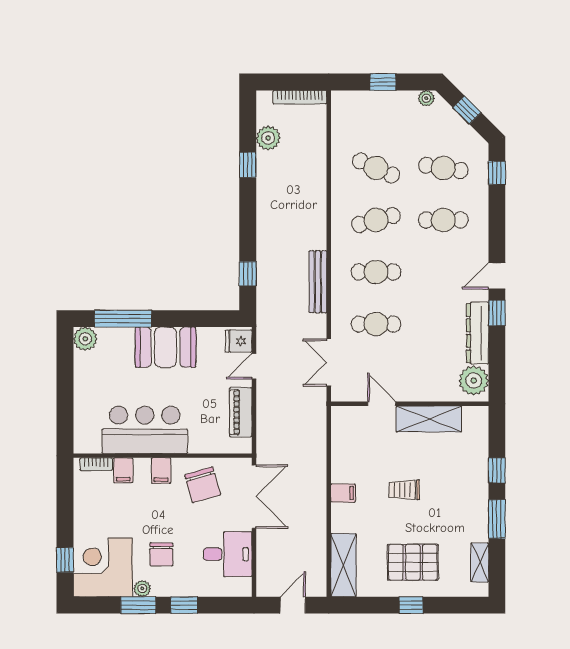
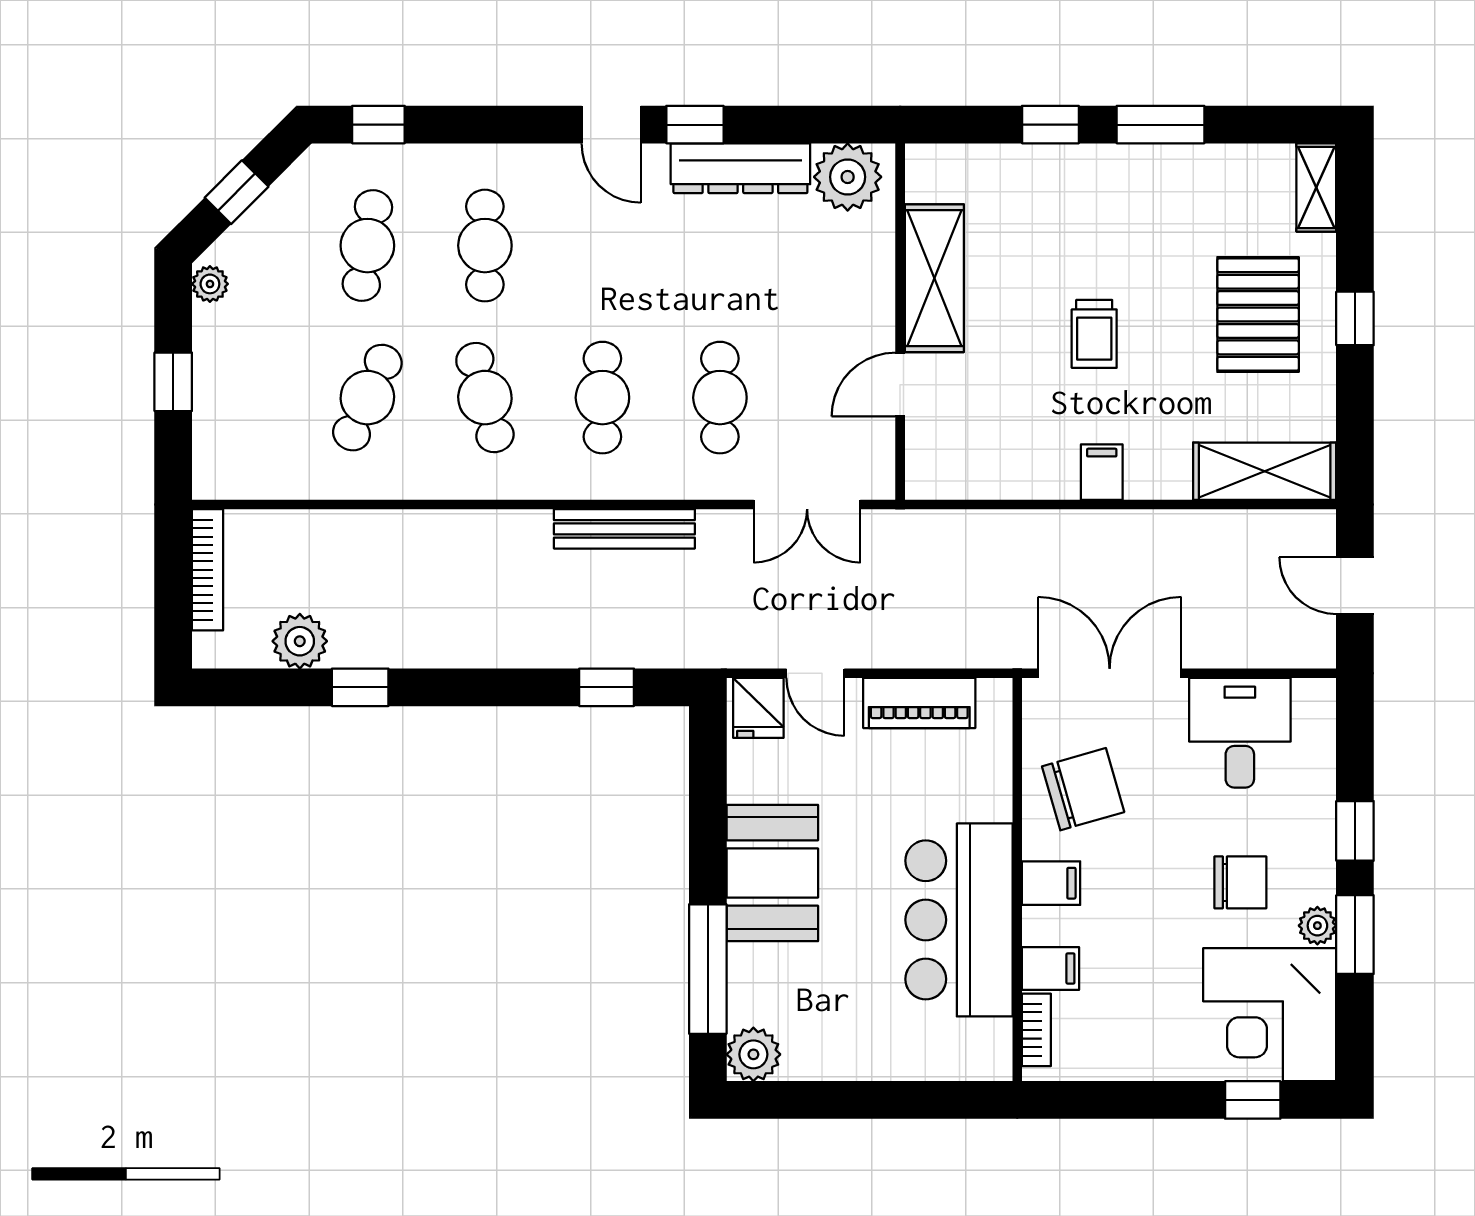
shelving: (480, 563) -> (1316, 187), moved, turned 90

